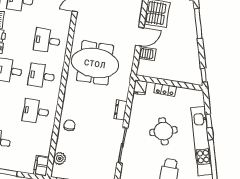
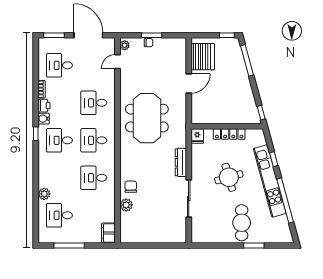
server rack: (147, 54) -> (199, 100), removed
meeting table: (95, 63) -> (147, 118), turned 90
locker: (165, 90) -> (229, 134), width x1.53
dresser: (120, 110) -> (181, 162), width x1.44
plant: (60, 159) -> (126, 205), moved

